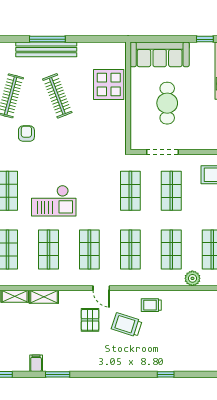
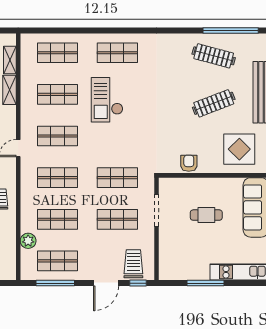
display table: (109, 84) -> (239, 149), moved
cafe table: (167, 103) -> (206, 215), width x0.73, depth x0.74
armchair: (26, 134) -> (189, 163), moved, turned -90

